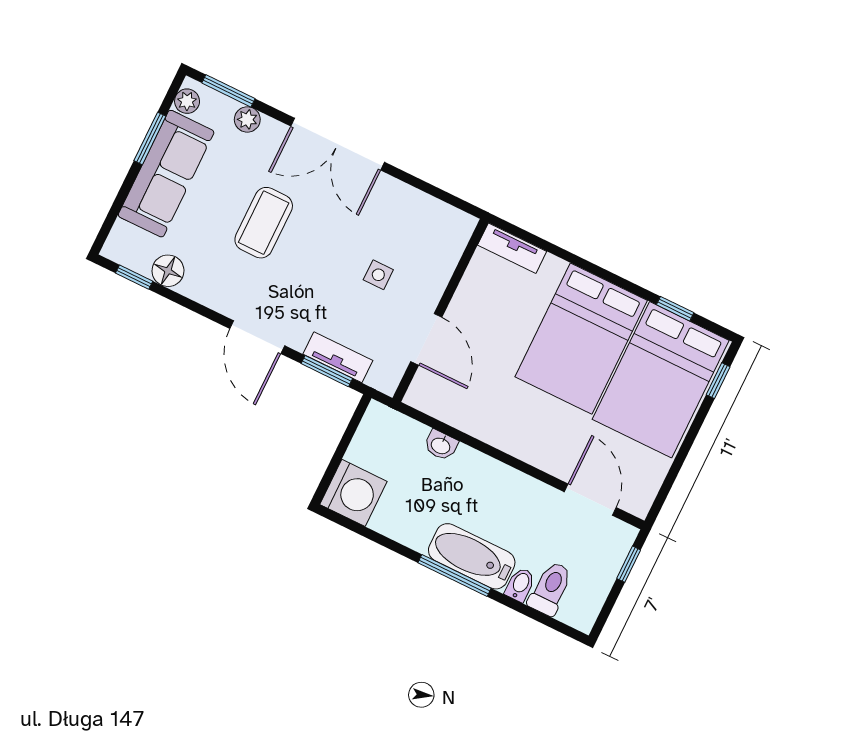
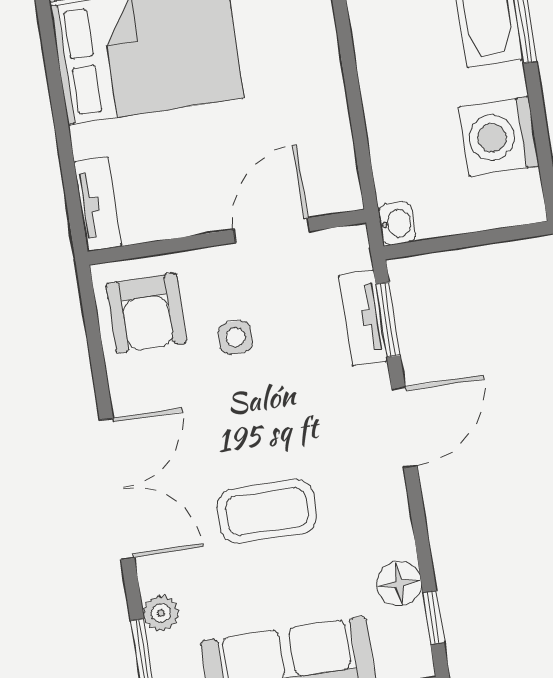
armchair: (429, 233) -> (146, 313), added
washbasin: (441, 445) -> (397, 223), moved
washing machine: (353, 493) -> (499, 137), moved, turned -90

